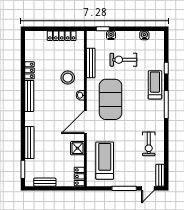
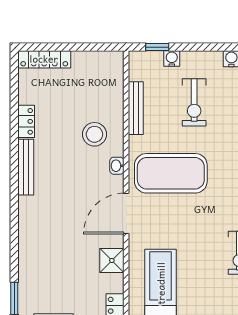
locker: (62, 36) -> (44, 59), moved
exercise bike: (123, 60) -> (194, 102), turned -90
exercise mat: (110, 99) -> (171, 173), turned 90
bench: (29, 142) -> (26, 250), removed

